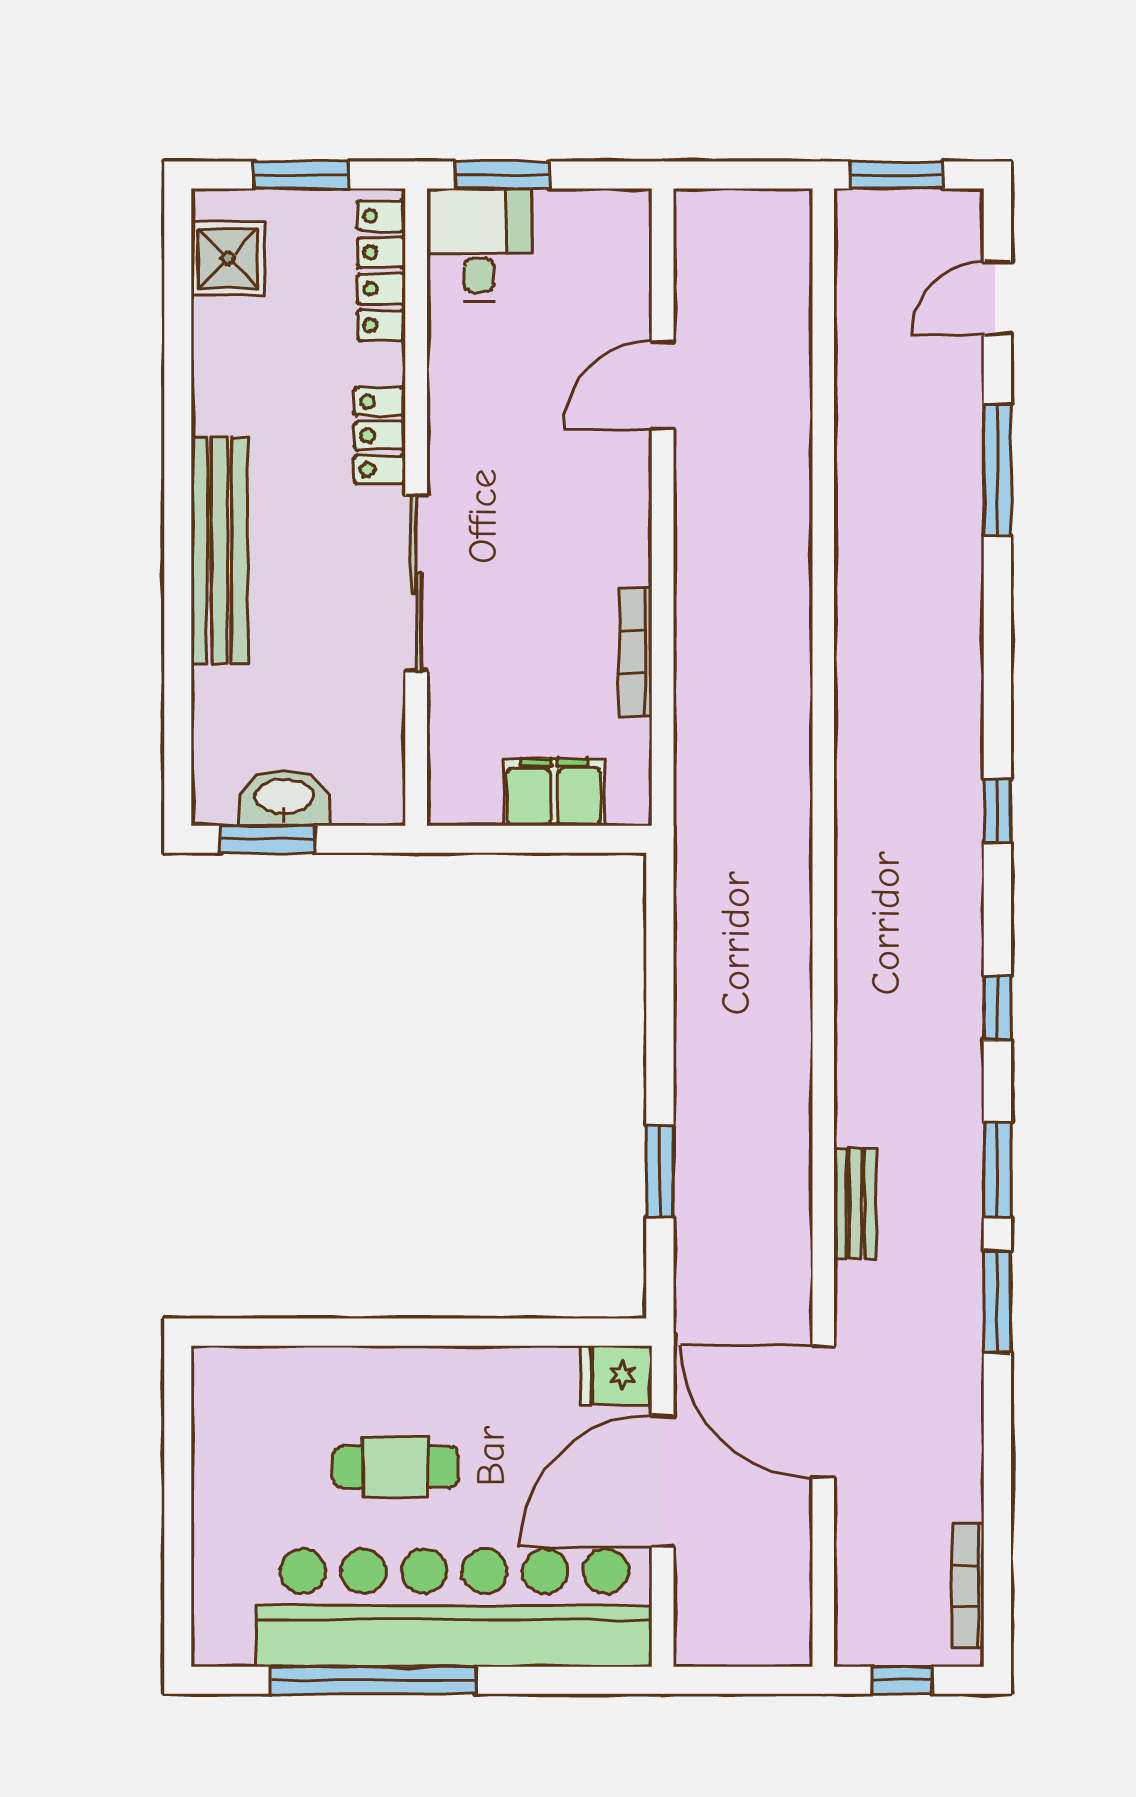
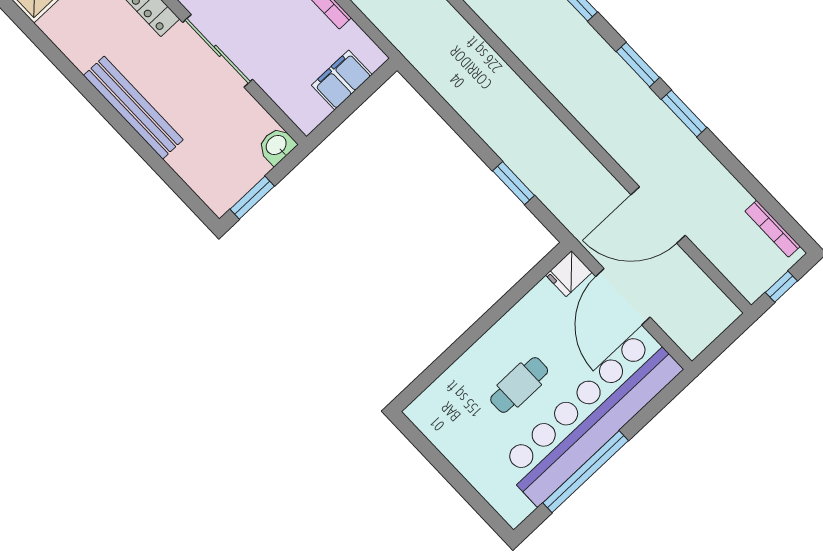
washbasin: (284, 798) -> (277, 146), moved, width x0.72
bench: (855, 1204) -> (597, 127), removed

